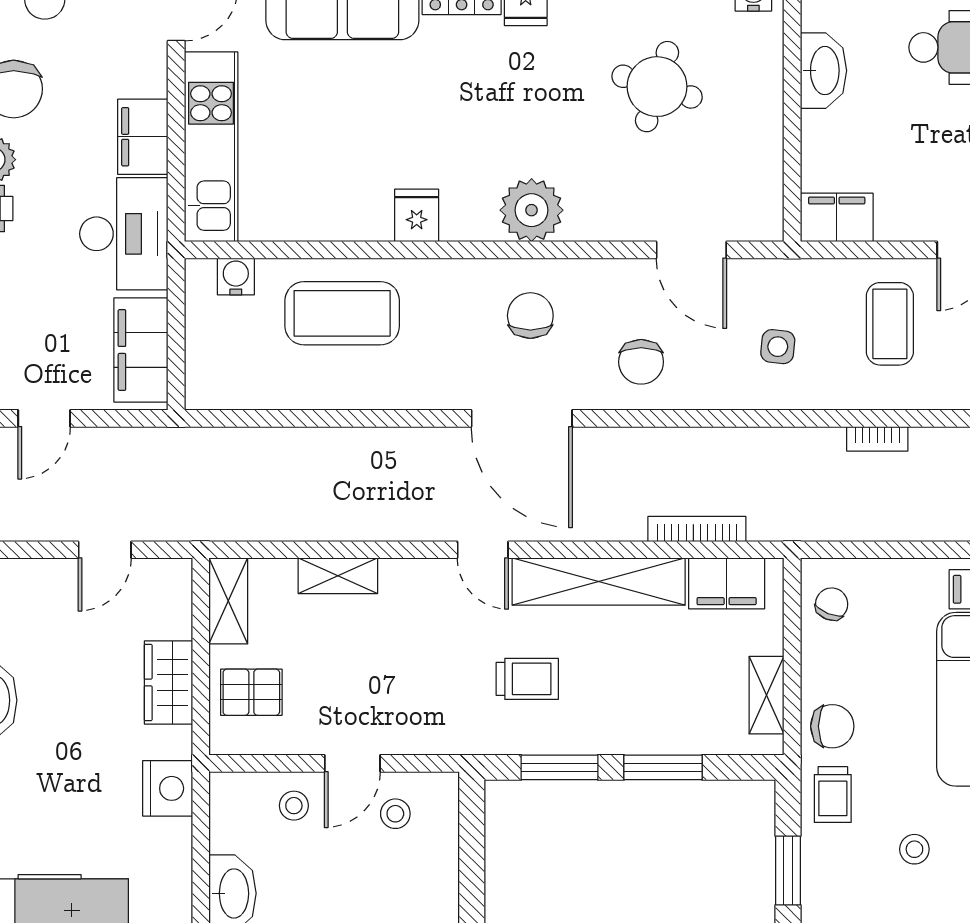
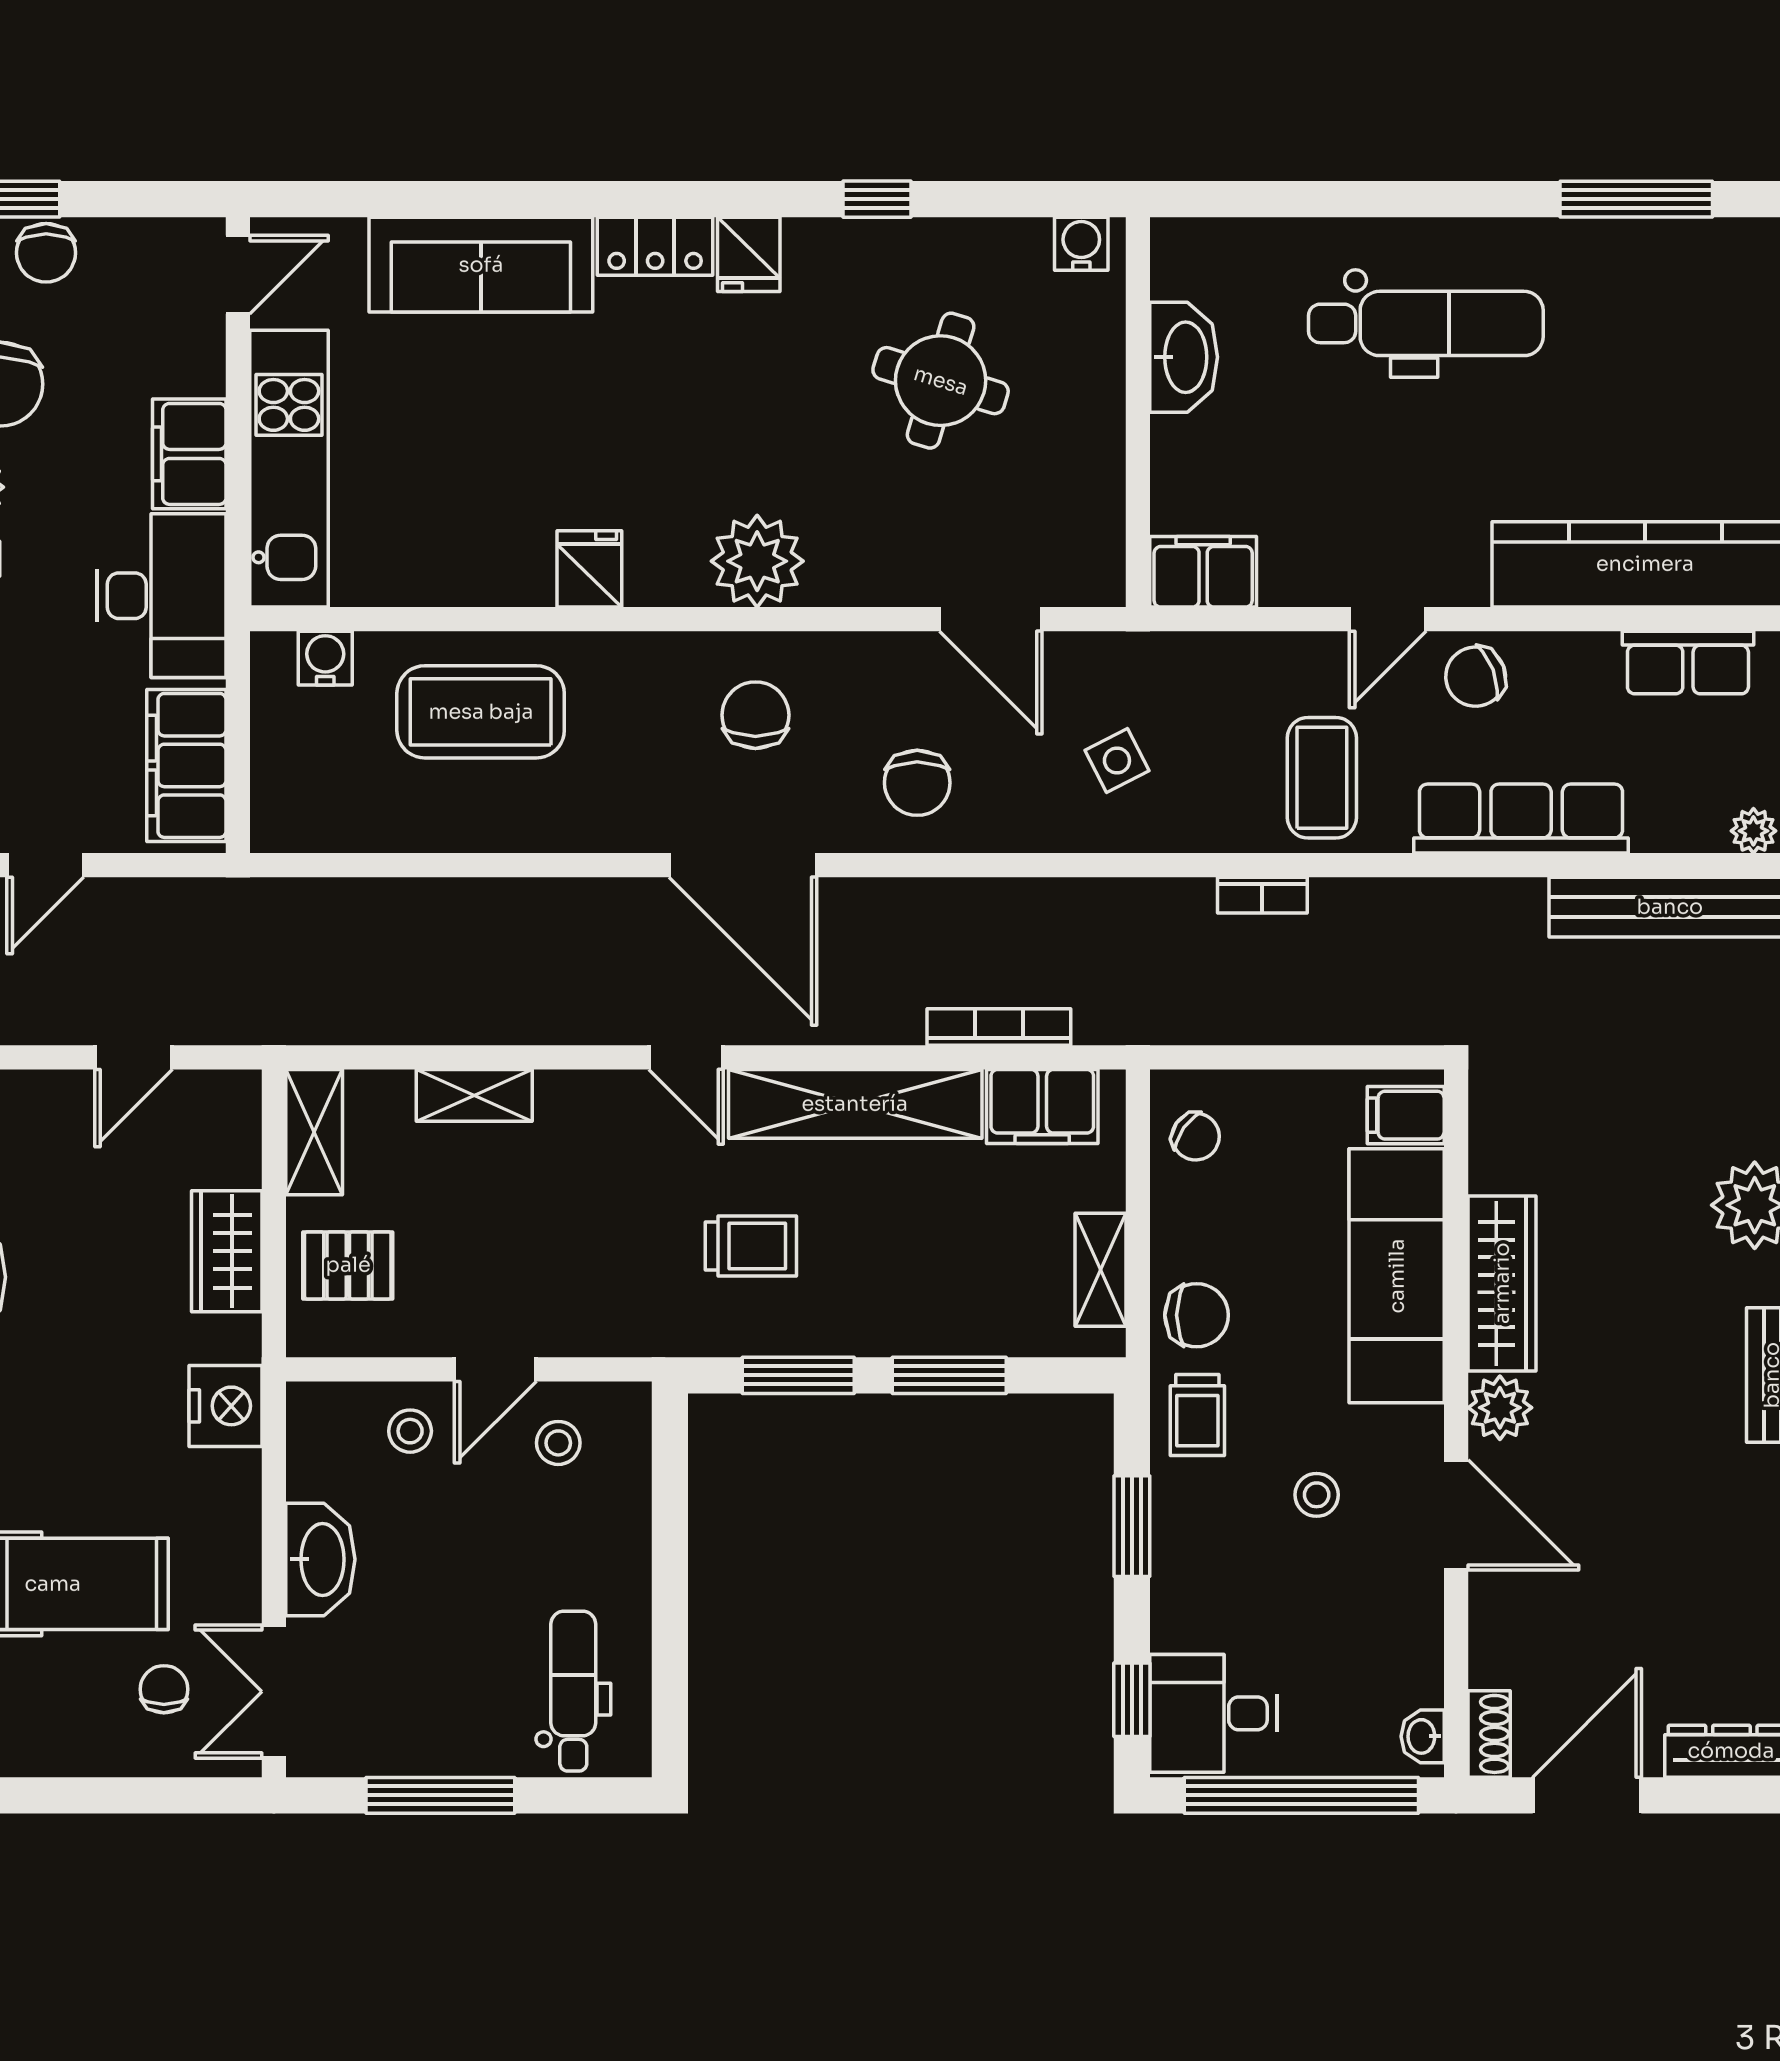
coffee table: (890, 324) -> (1322, 778), moved
side table: (778, 347) -> (1117, 761), turned -33
chair: (832, 604) -> (1196, 1137), turned 103

